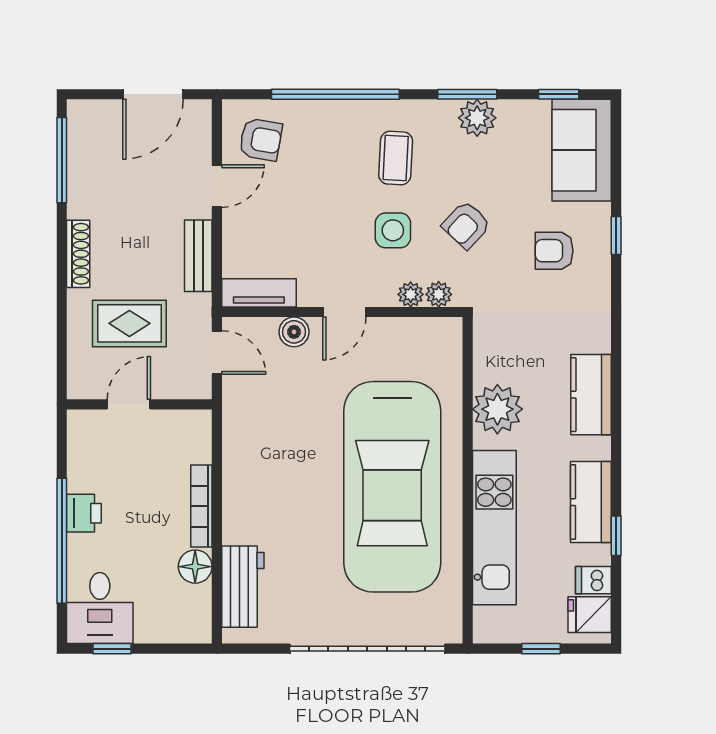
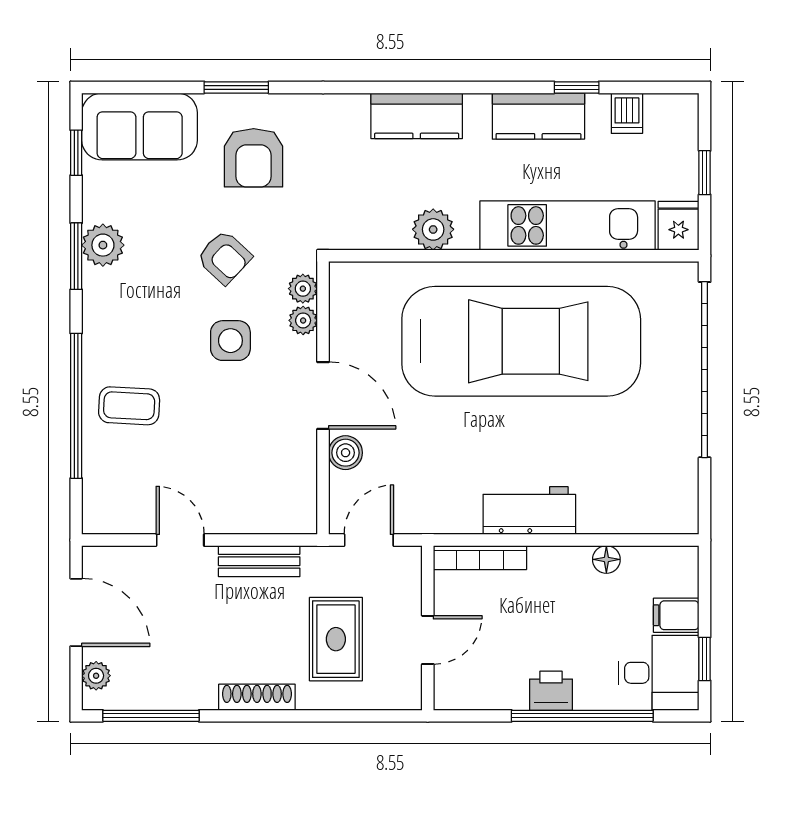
plant: (97, 112) -> (96, 676), added
armchair: (261, 139) -> (127, 490), removed
coffee table: (396, 158) -> (129, 406), moved
window: (616, 236) -> (236, 87), width x1.50
armchair: (554, 251) -> (254, 158), width x1.38, depth x1.38
tv unit: (259, 293) -> (301, 492), removed
door: (344, 312) -> (323, 395), width x1.38
door: (129, 404) -> (428, 640), swing flipped
plant: (497, 409) -> (433, 229), width x0.73, depth x0.73
bookcase: (201, 506) -> (480, 558), moved
floor lamp: (195, 567) -> (606, 559), width x0.73, depth x0.73
workbench: (243, 587) -> (529, 511), moved
fridge: (590, 615) -> (678, 226), moved, turned 180
filing cabinet: (151, 624) -> (676, 615), added

